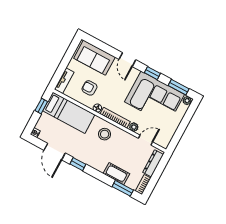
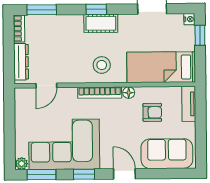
window: (41, 106) -> (200, 35), moved
plant: (134, 127) -> (70, 94), removed
window: (78, 164) -> (96, 9), moved
cot: (116, 174) -> (101, 23), moved

